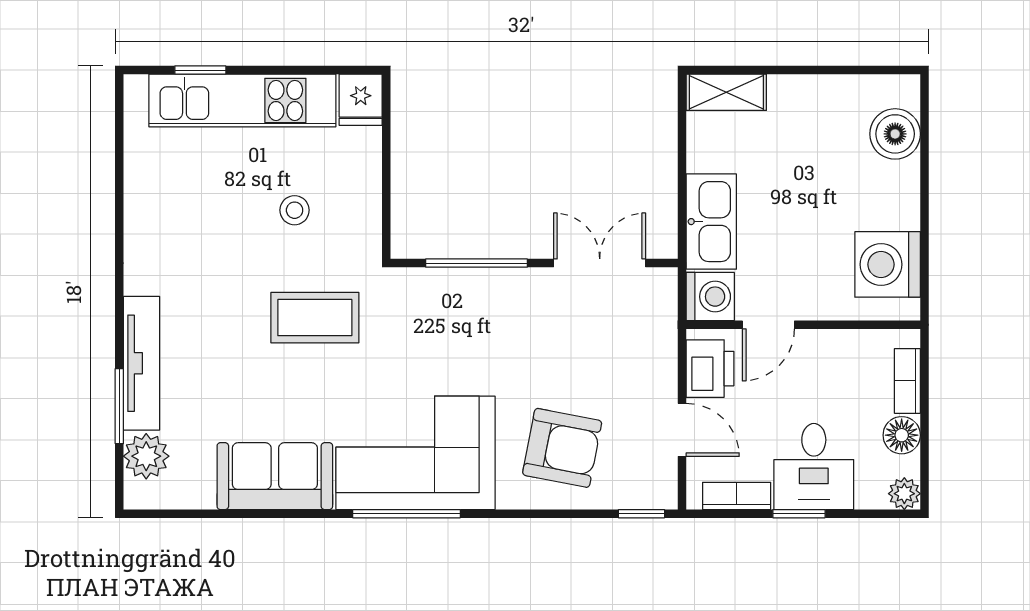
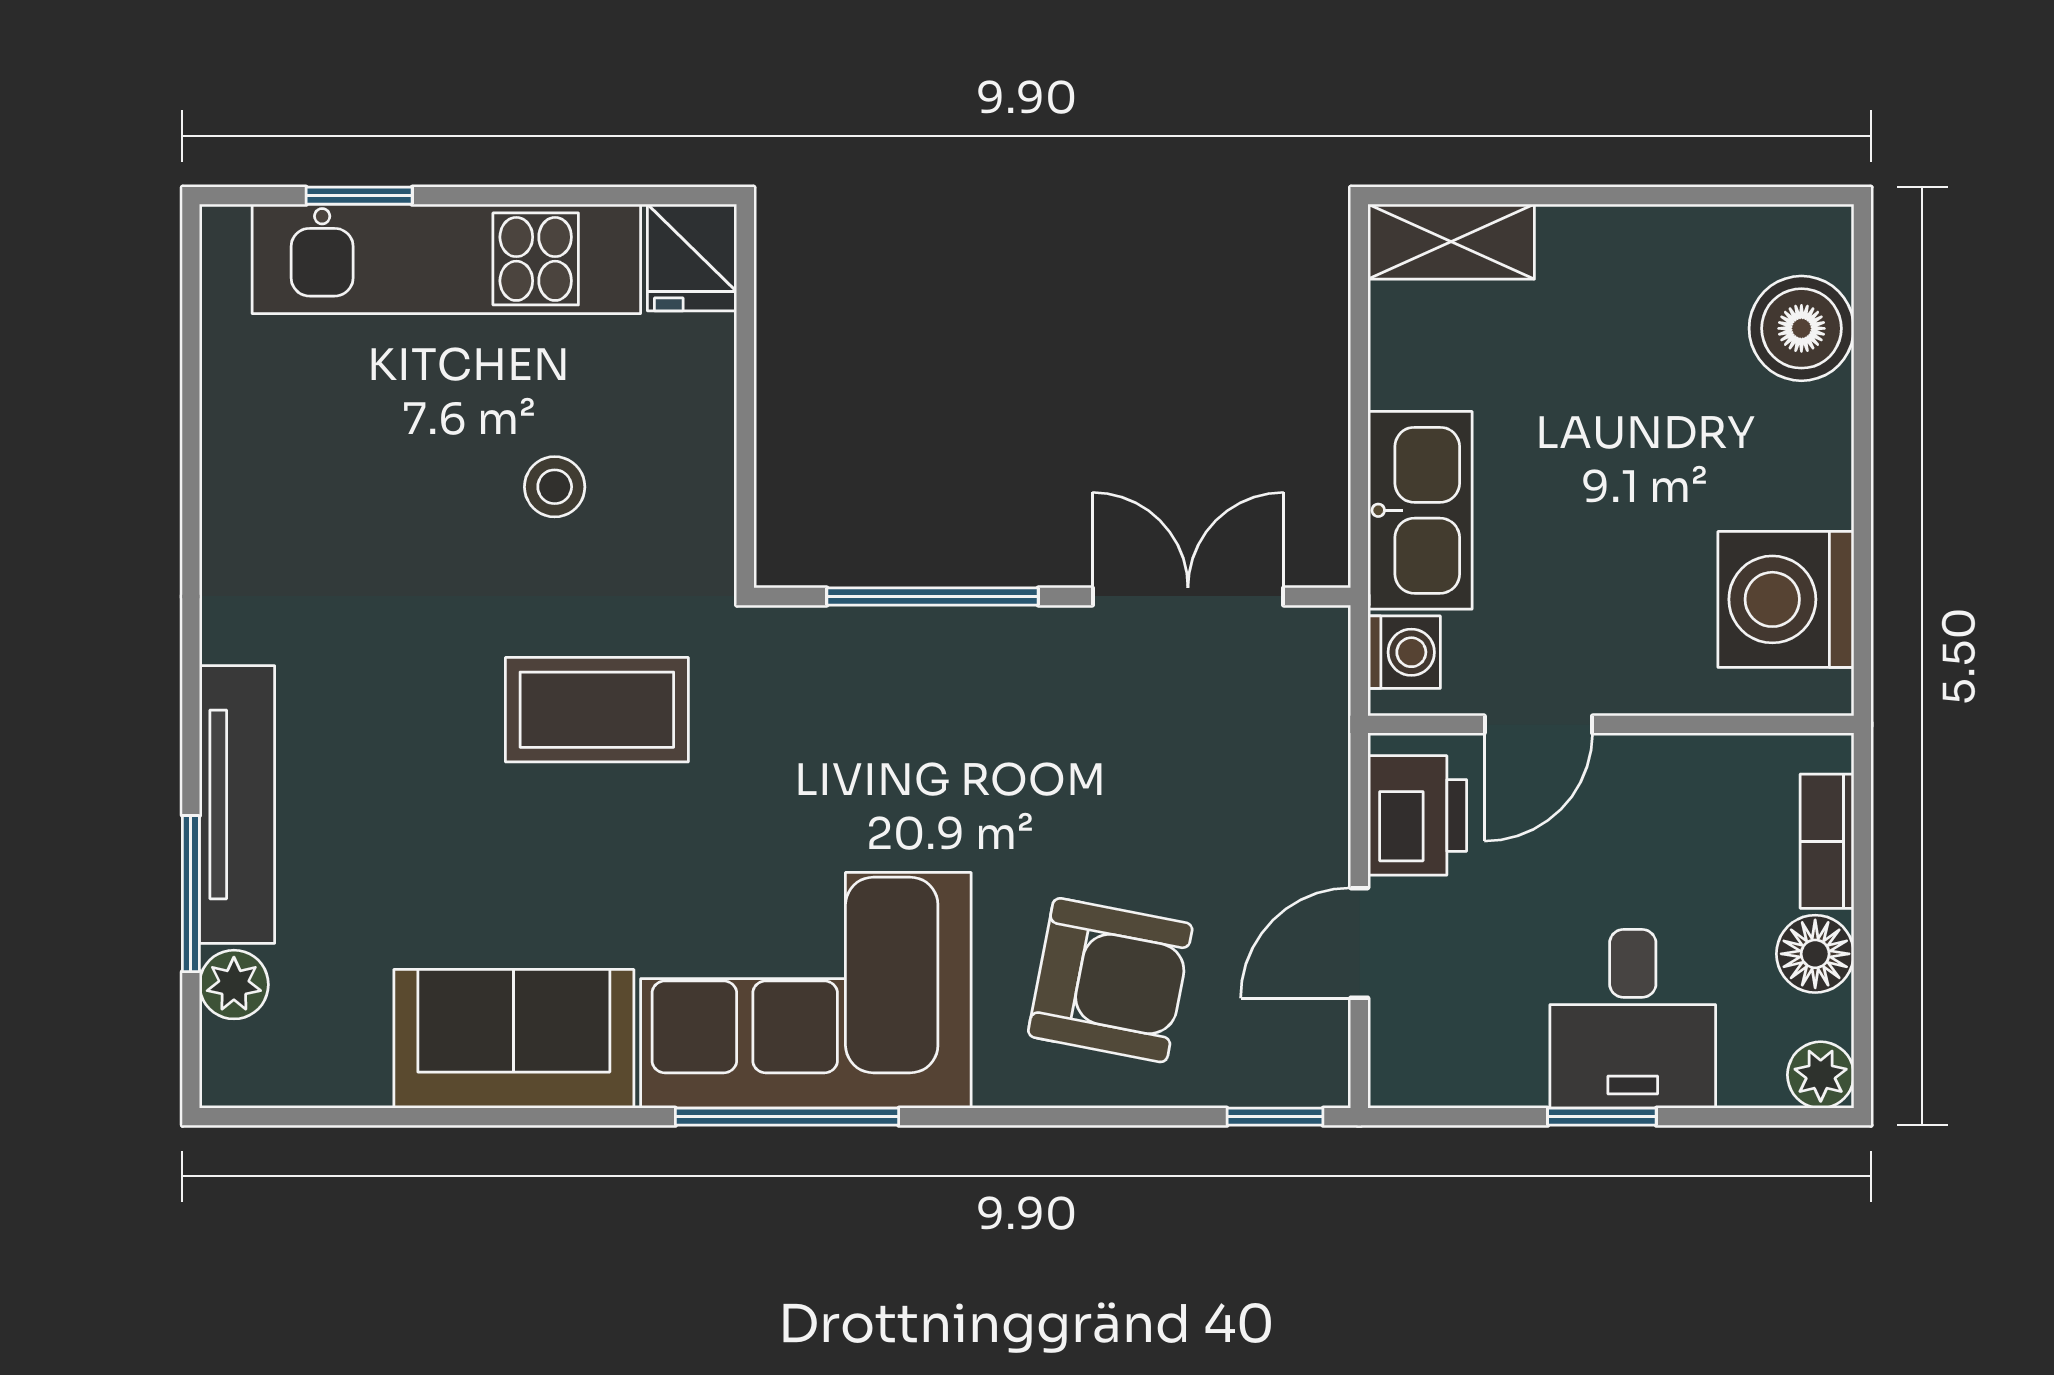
washing machine: (710, 297) -> (1404, 652), width x0.73, depth x0.73
door: (682, 430) -> (1359, 943), swing flipped
plant: (146, 456) -> (234, 985), width x0.73, depth x0.73
bookcase: (737, 496) -> (1472, 1080), removed

